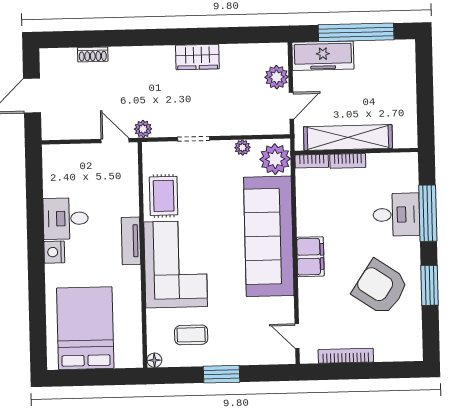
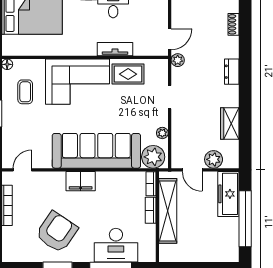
dresser: (157, 55) -> (232, 72), added
wardrobe: (197, 57) -> (230, 124), moved
desk: (396, 215) -> (116, 245), width x1.37
tv unit: (131, 241) -> (115, 49), moved

